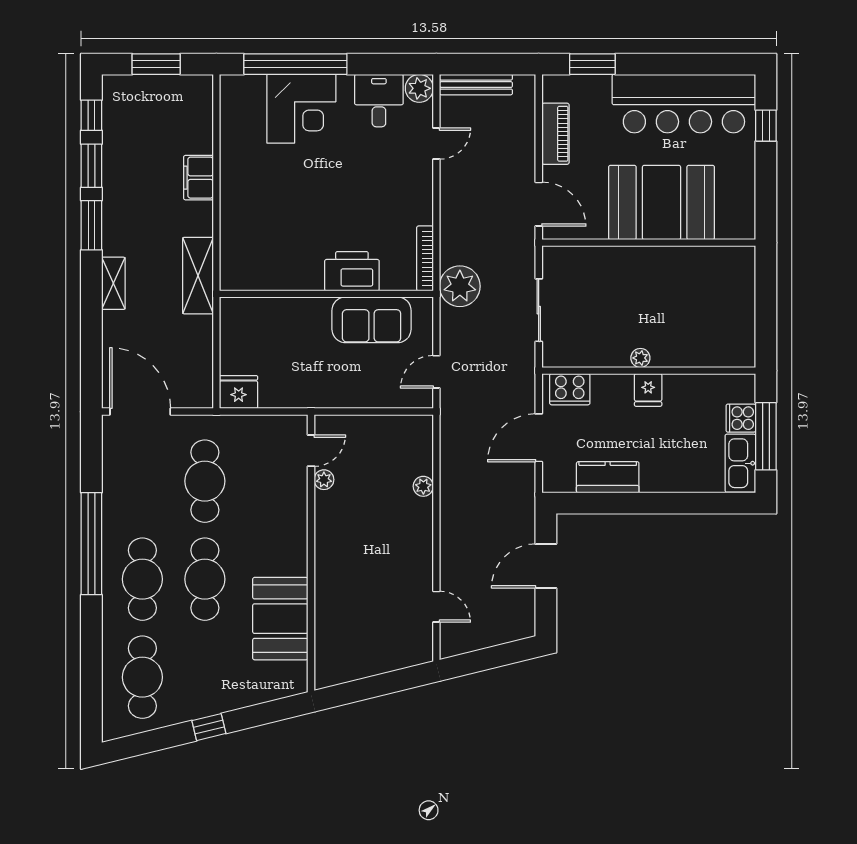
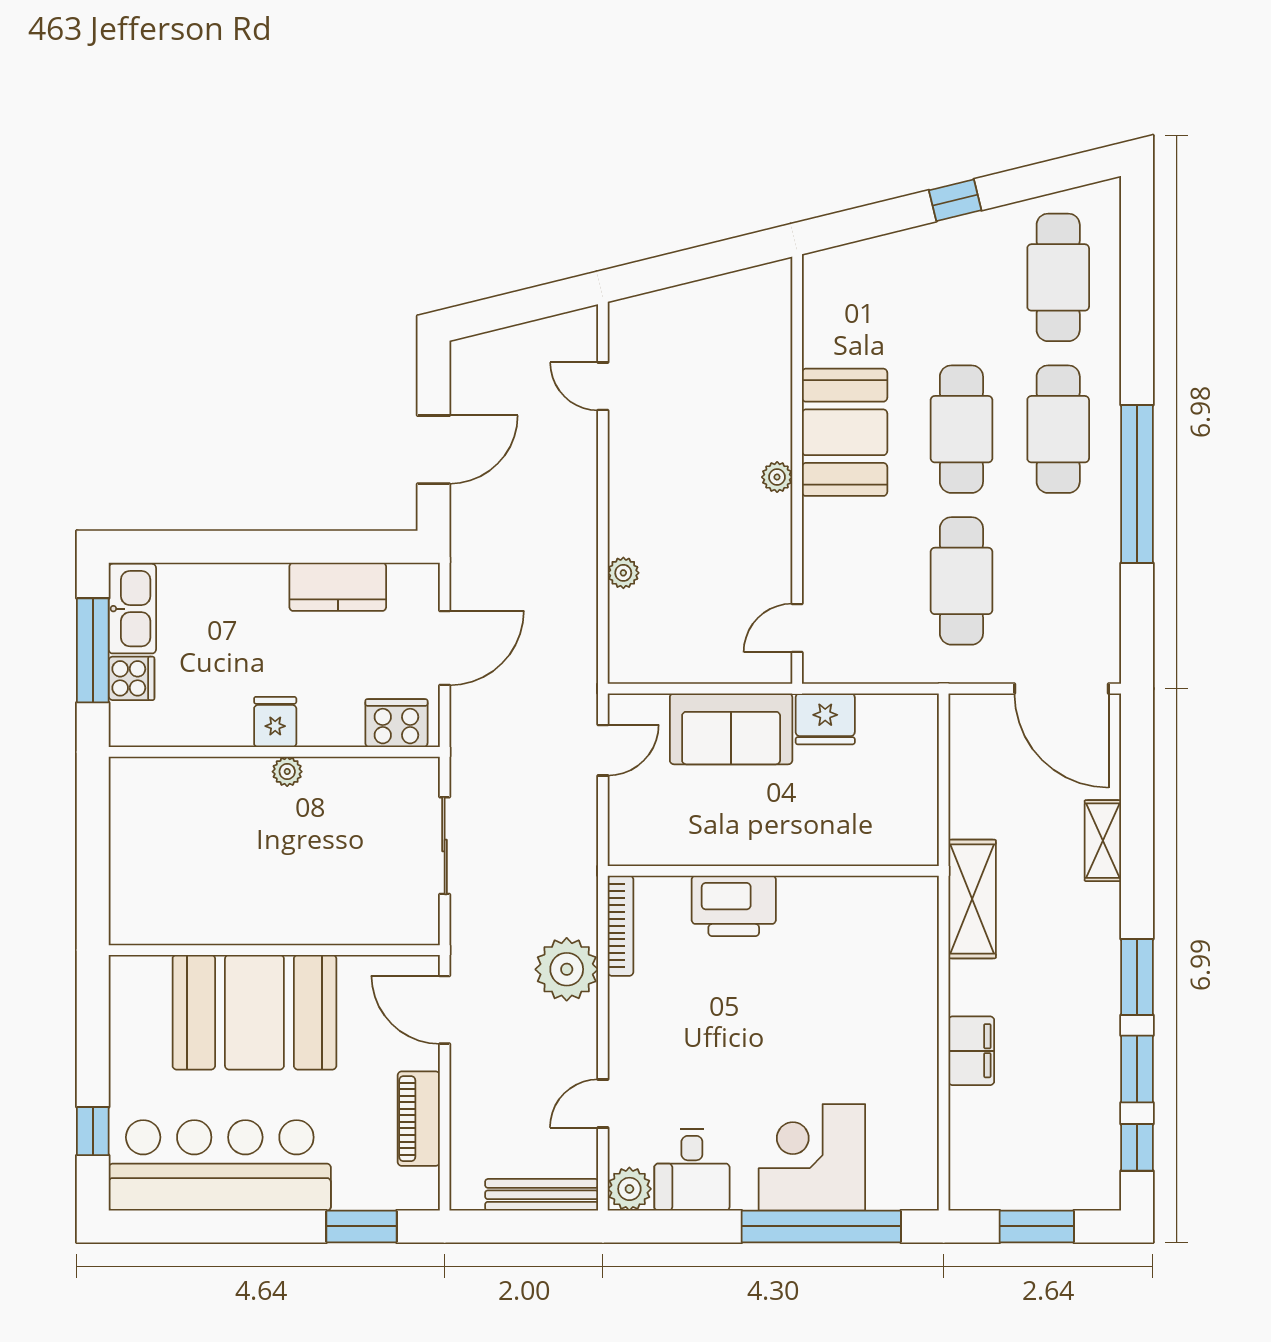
shelving: (113, 283) -> (1103, 841), moved
plant: (460, 286) -> (567, 969), moved
sofa: (372, 320) -> (731, 729), moved, turned 180
fridge: (239, 392) -> (825, 719), moved
plant: (324, 480) -> (777, 477), moved
booth: (280, 619) -> (845, 432), moved

